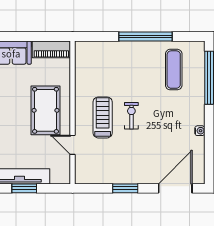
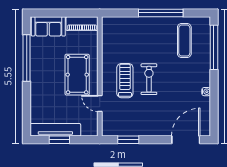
exercise bike: (131, 116) -> (149, 79), width x1.38, depth x1.39
window: (125, 188) -> (128, 140), moved

